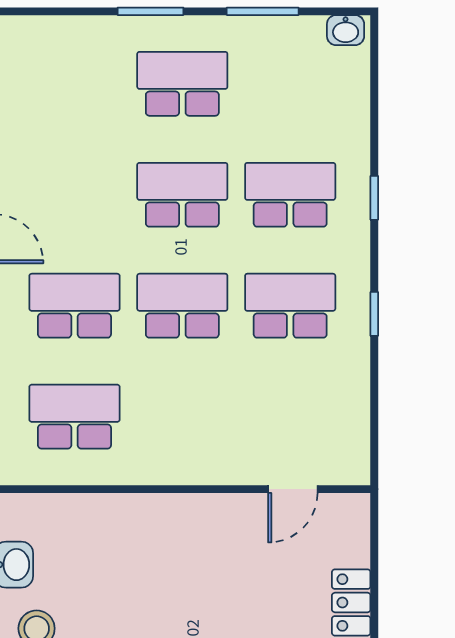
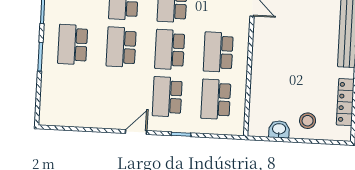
school desk: (182, 417) -> (218, 52), added

